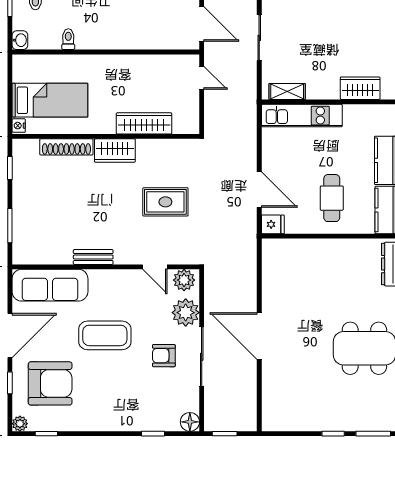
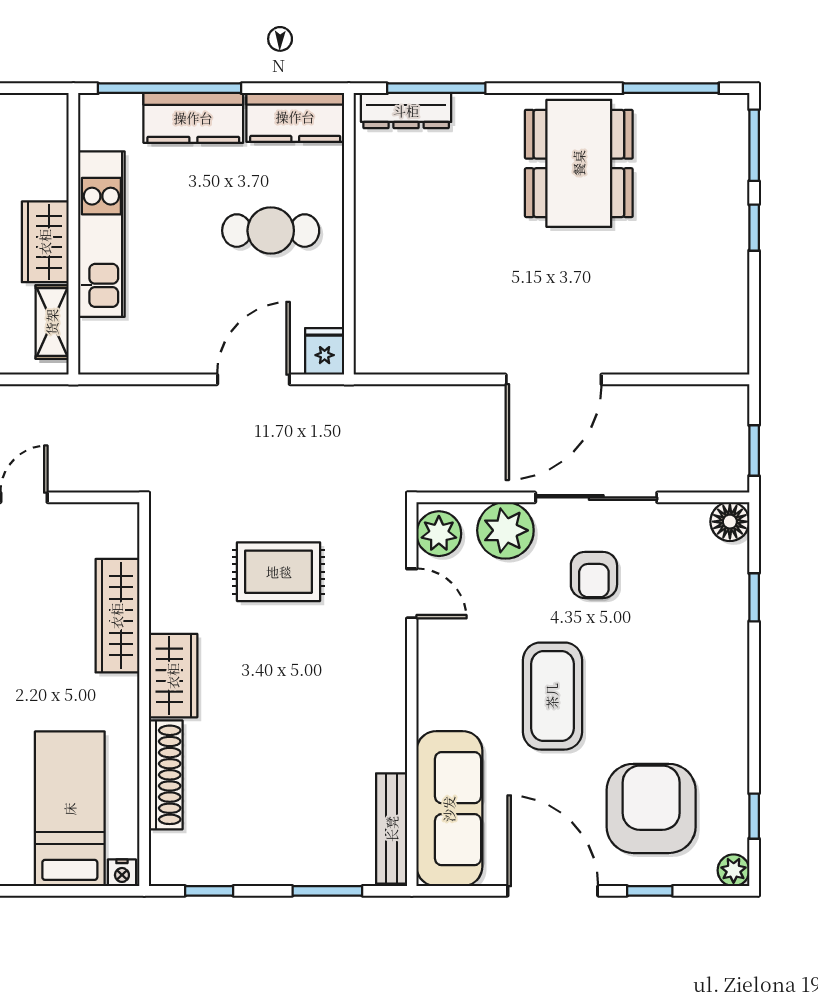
wardrobe: (360, 88) -> (45, 242), moved
kitchen unit: (302, 116) -> (101, 234), moved
rug: (165, 202) -> (279, 572), turned 90
bench: (93, 257) -> (392, 829), moved, width x1.36
door: (155, 267) -> (412, 593), hinge flipped

